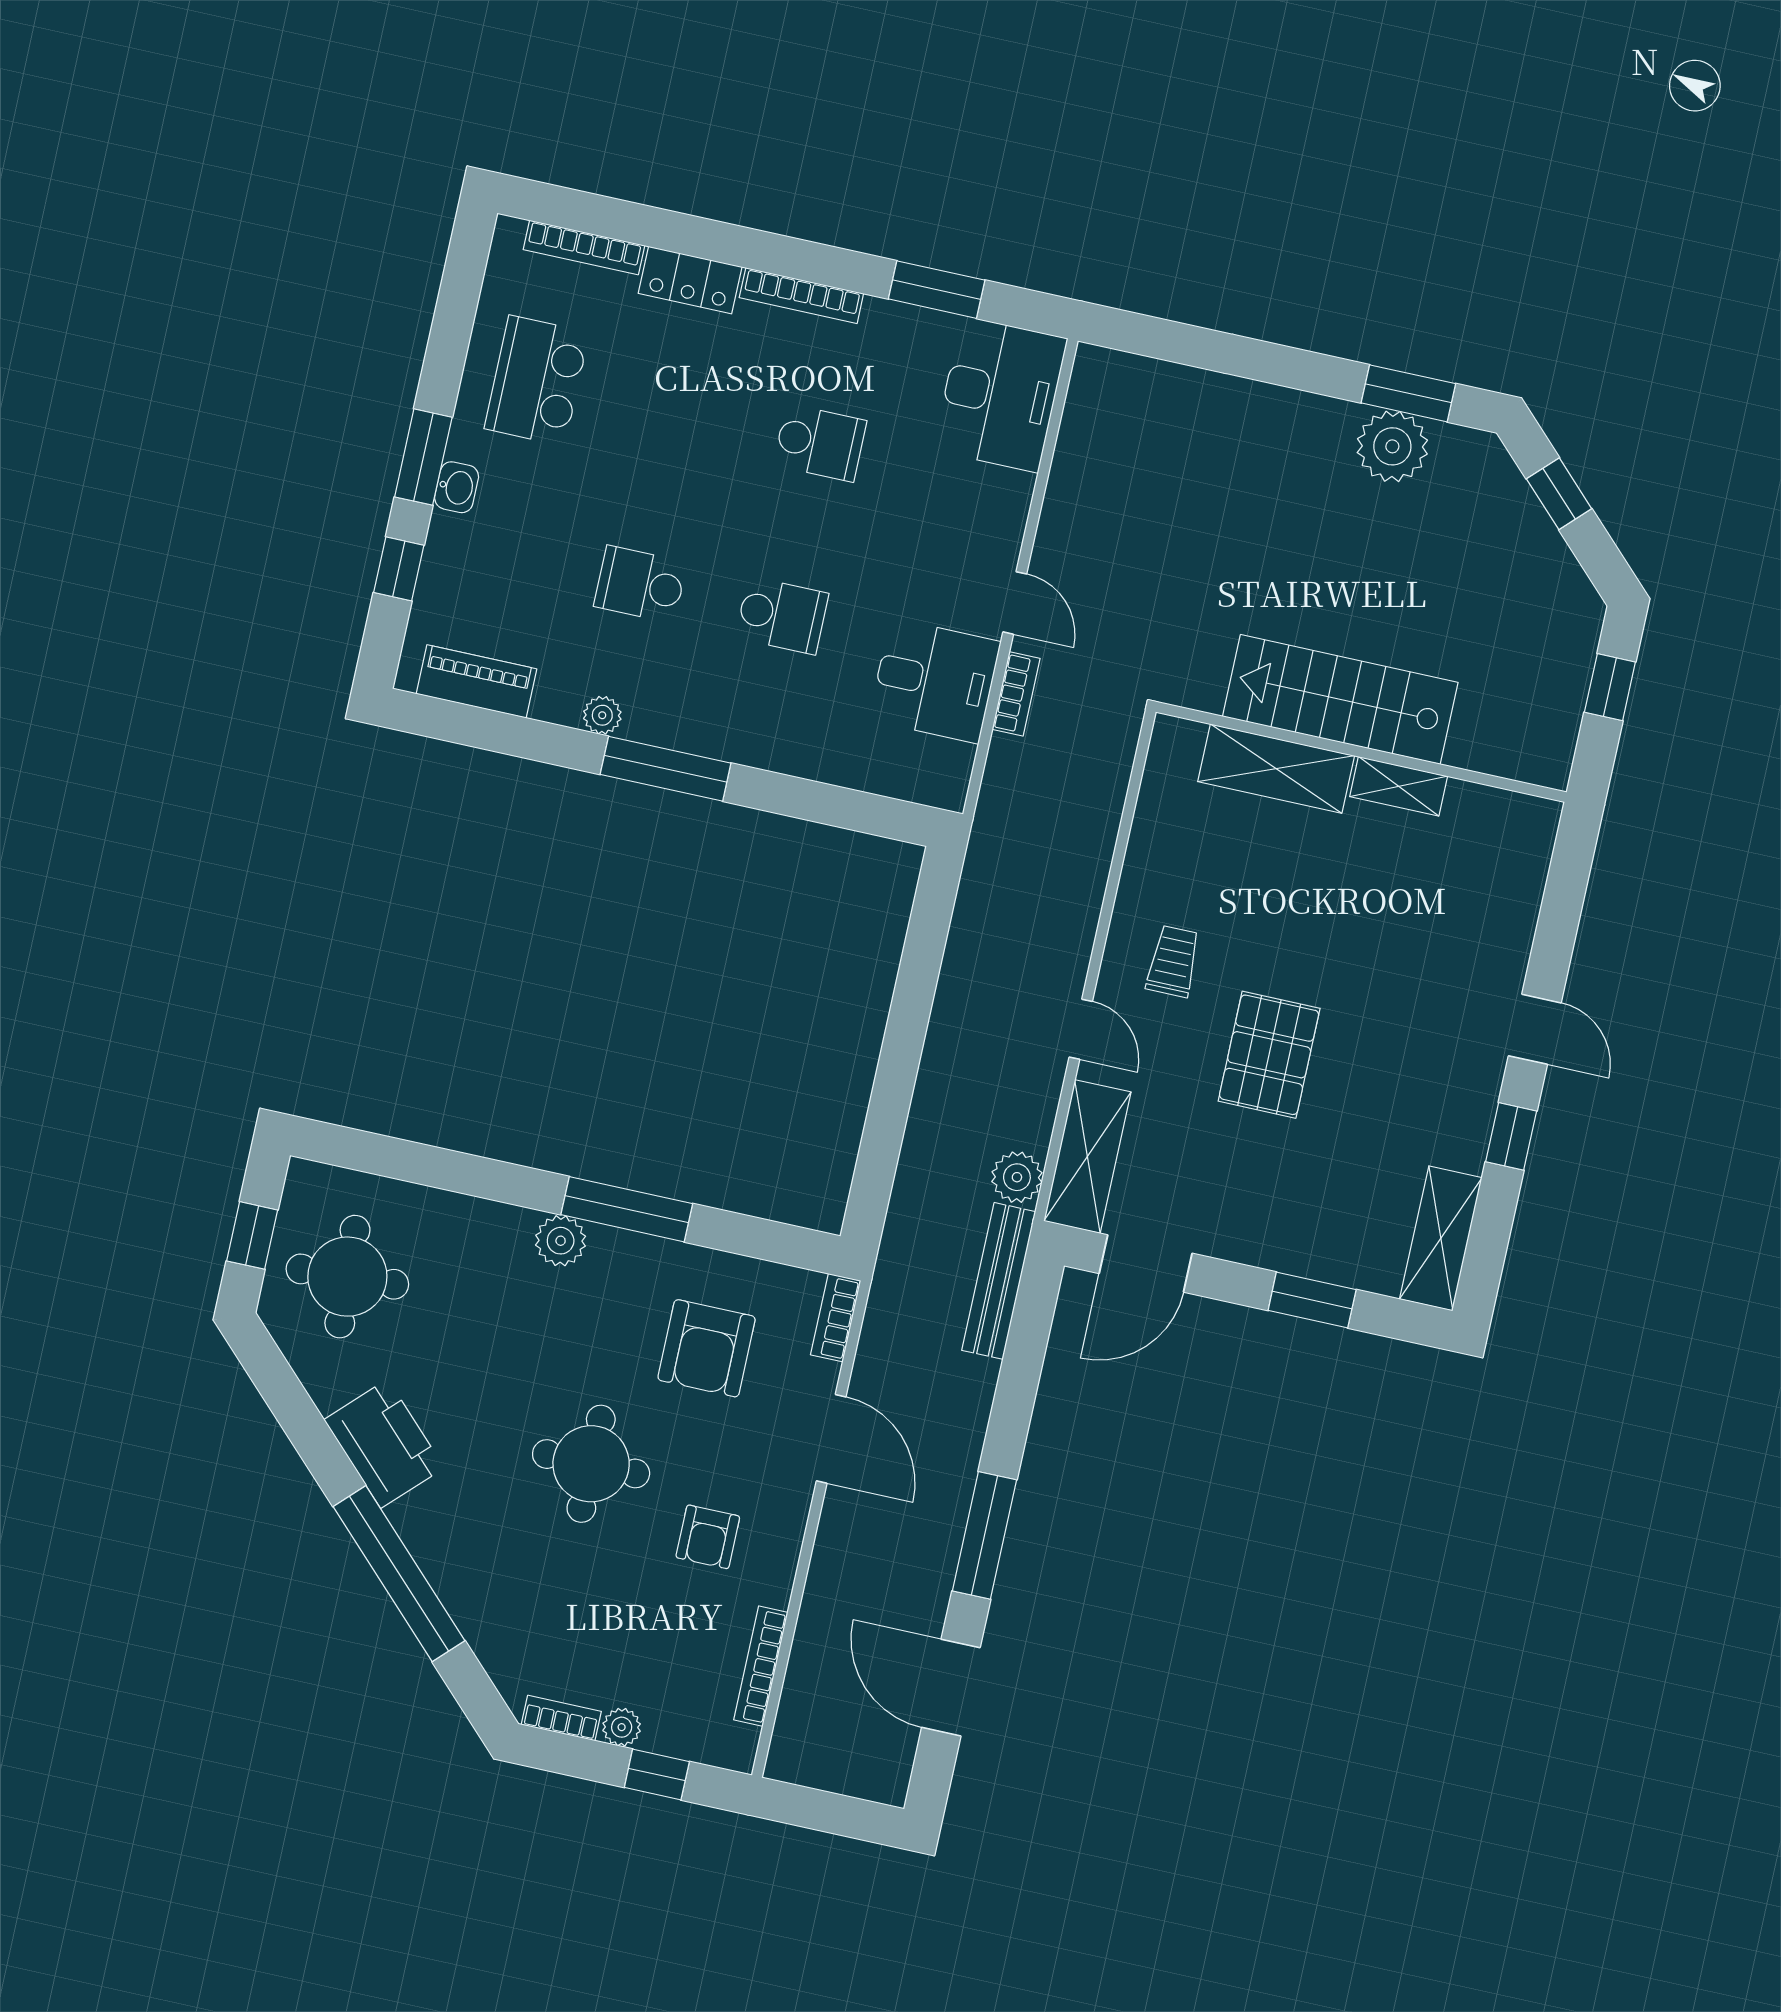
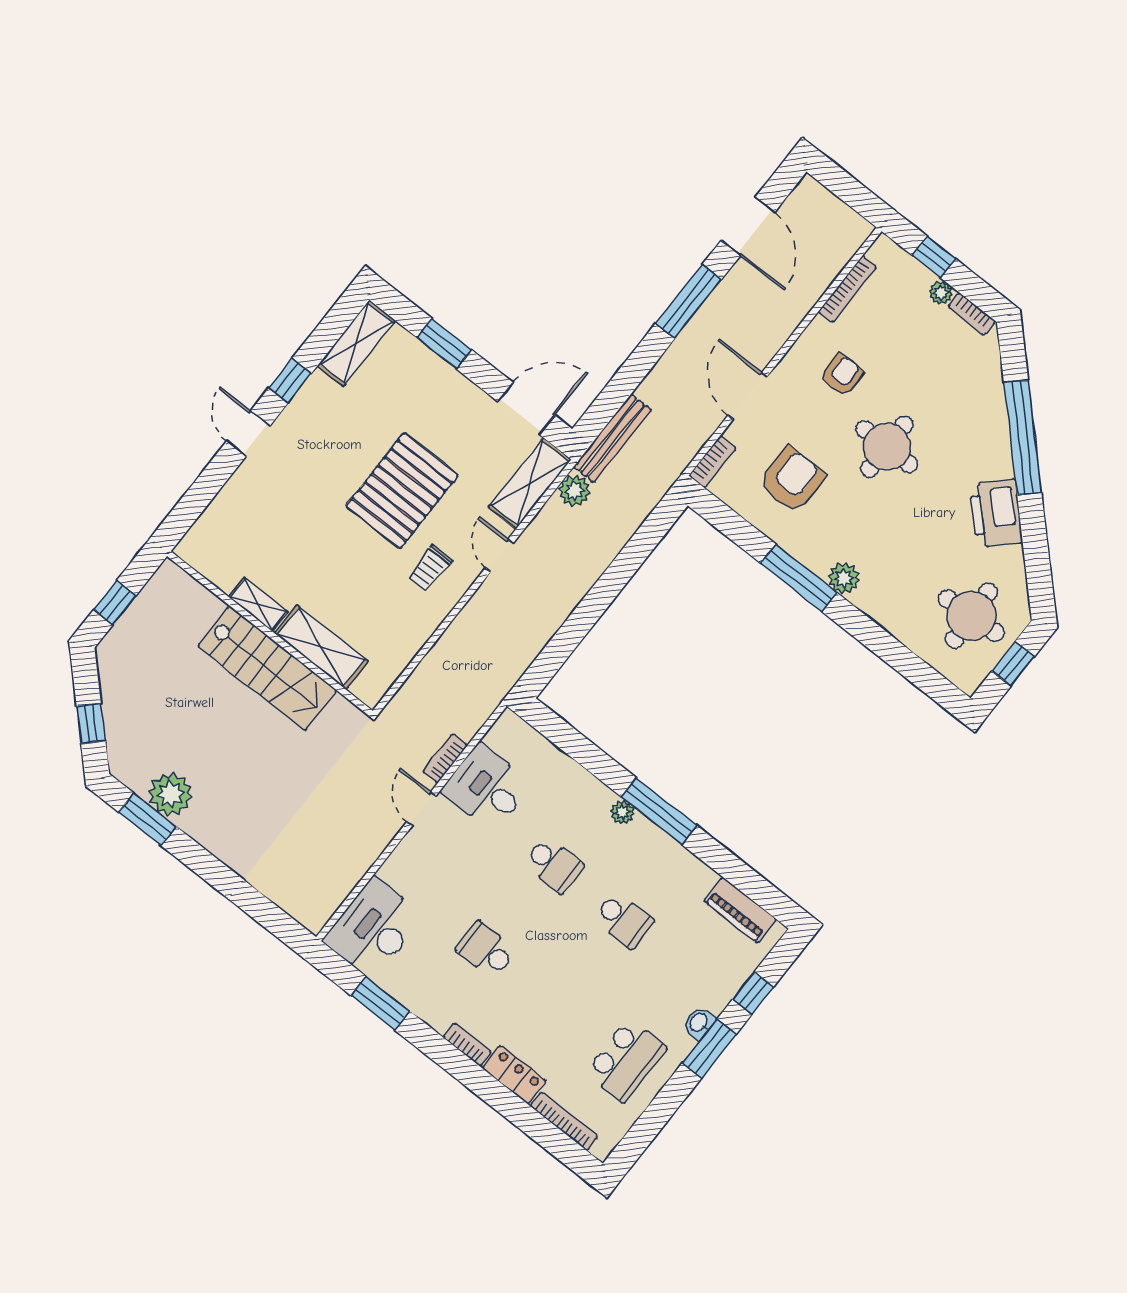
bookcase: (801, 296) -> (467, 1045), width x0.64
school desk: (782, 616) -> (553, 865), turned 180
plant: (602, 715) -> (622, 812), moved
pallet: (1269, 1055) -> (402, 491), width x1.37, depth x1.41

